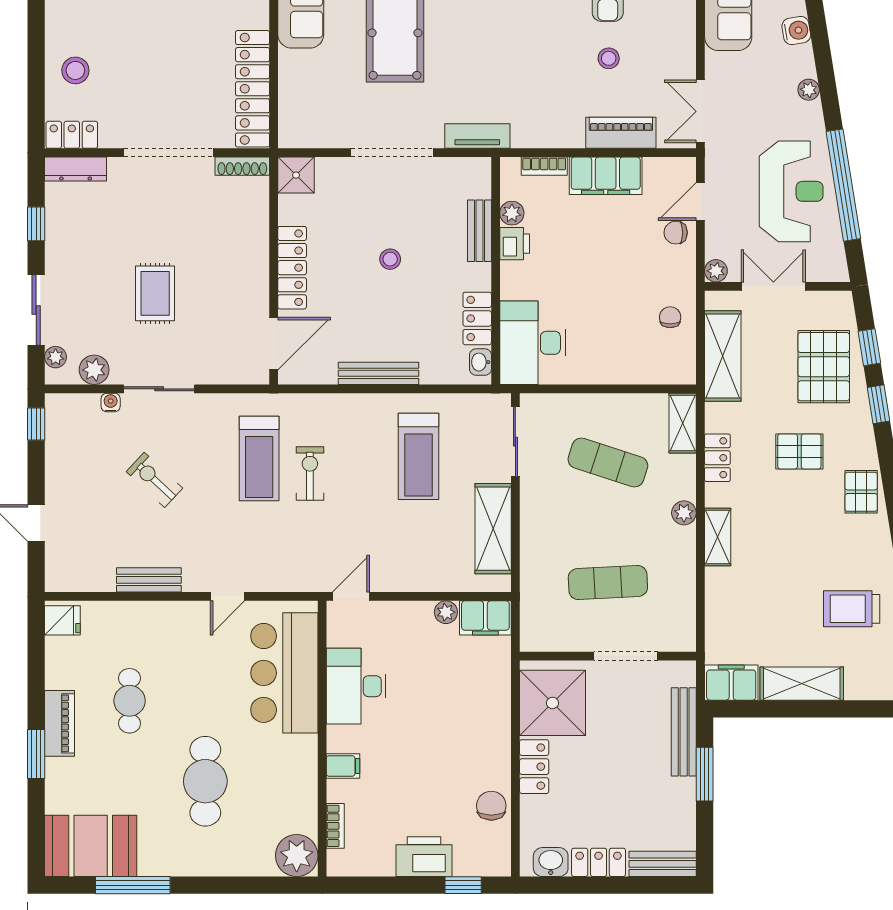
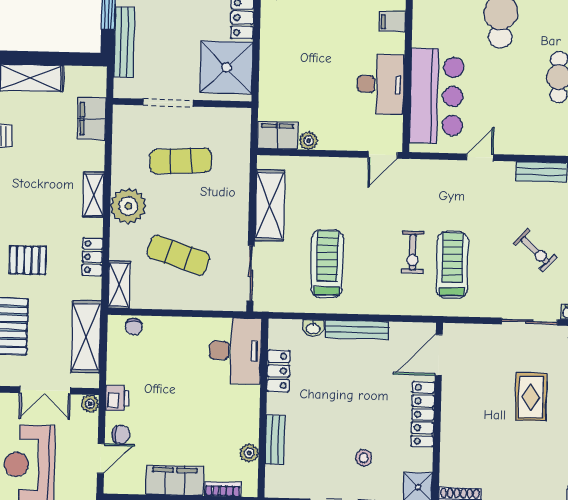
printer: (515, 244) -> (117, 398), moved, turned 180
stool: (390, 259) -> (364, 458), moved
chair: (670, 317) -> (134, 327), moved
washbasin: (480, 362) -> (313, 328), moved, turned 90
plant: (684, 513) -> (128, 206), width x1.87, depth x1.87
filing cabinet: (731, 683) -> (92, 119), moved, turned 90

